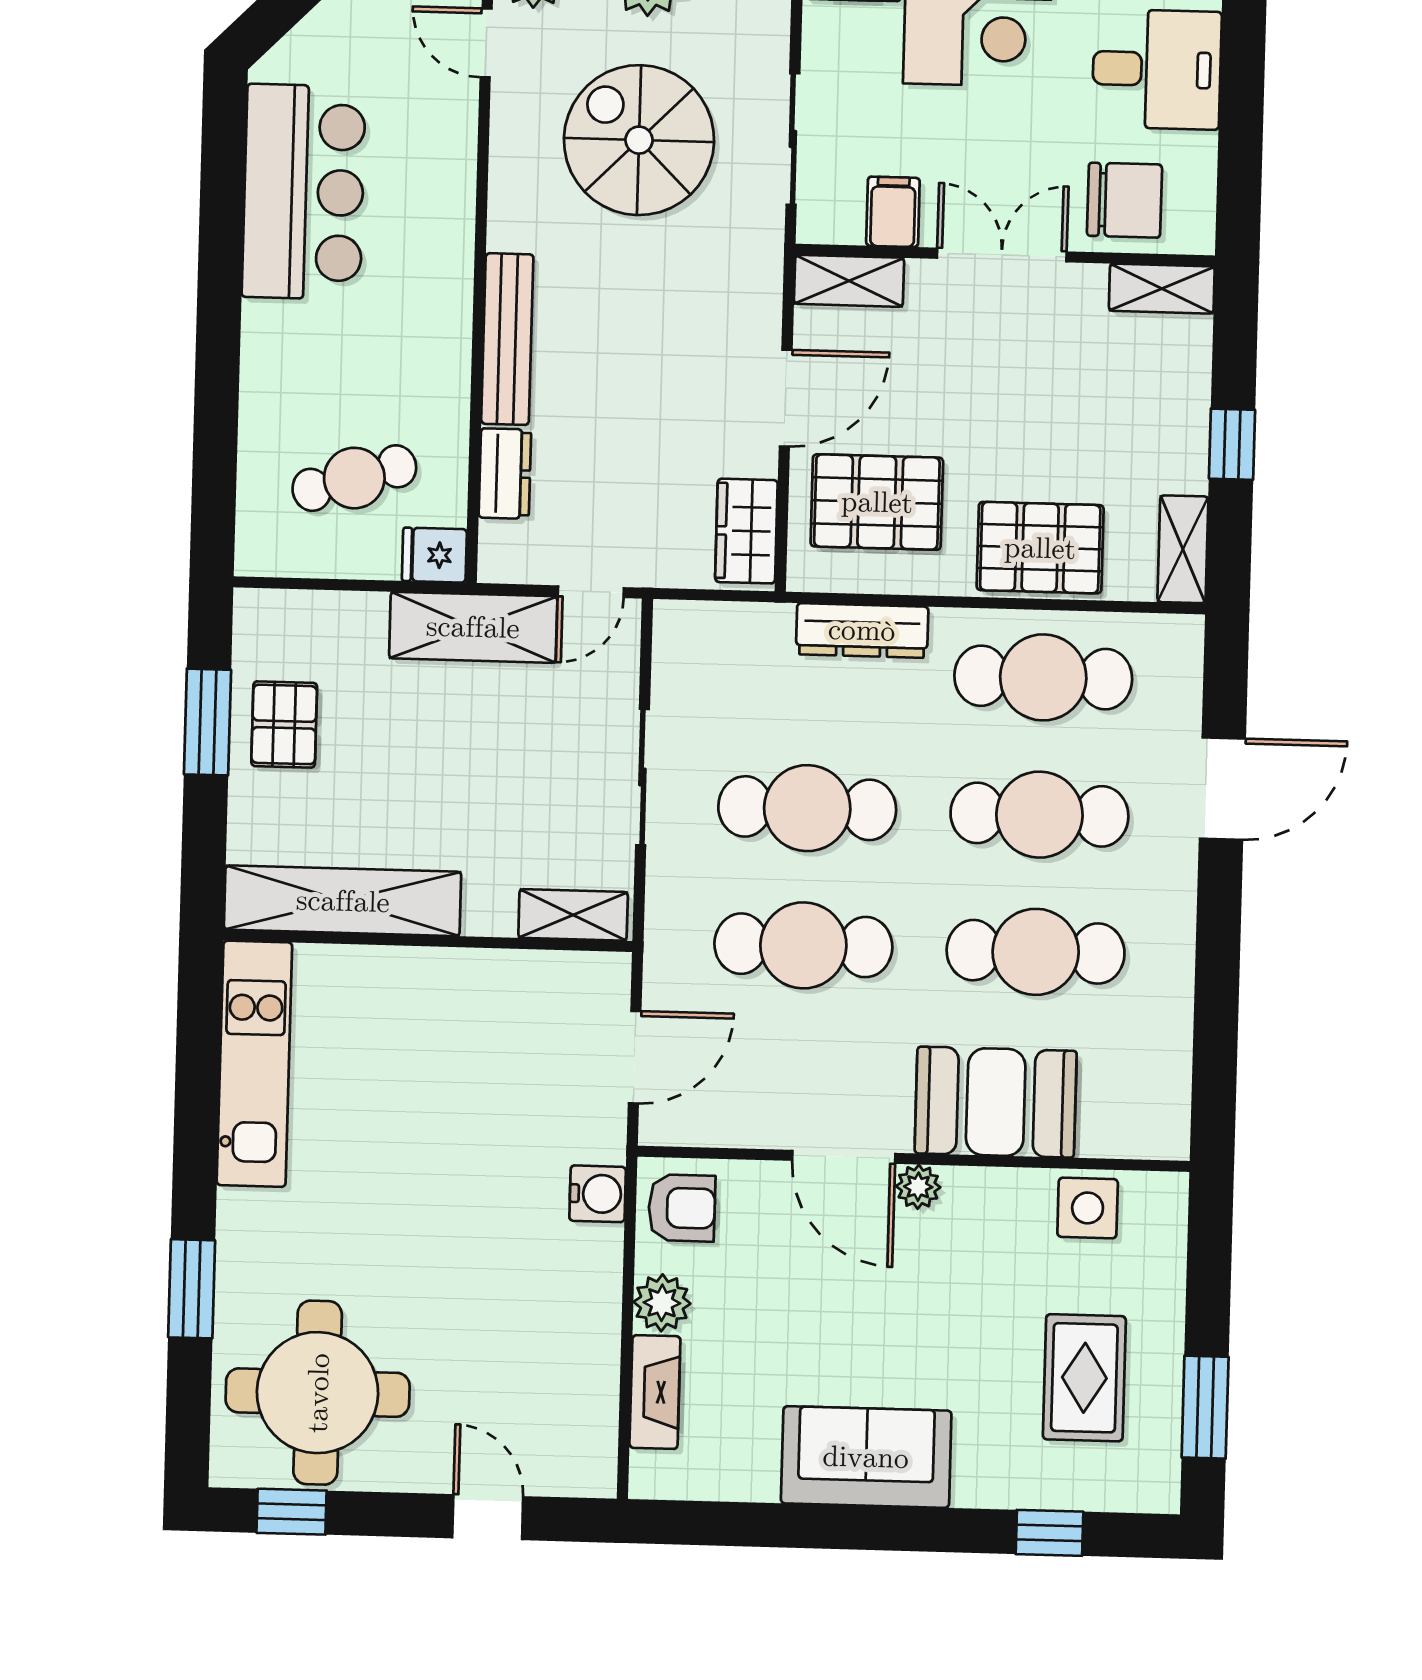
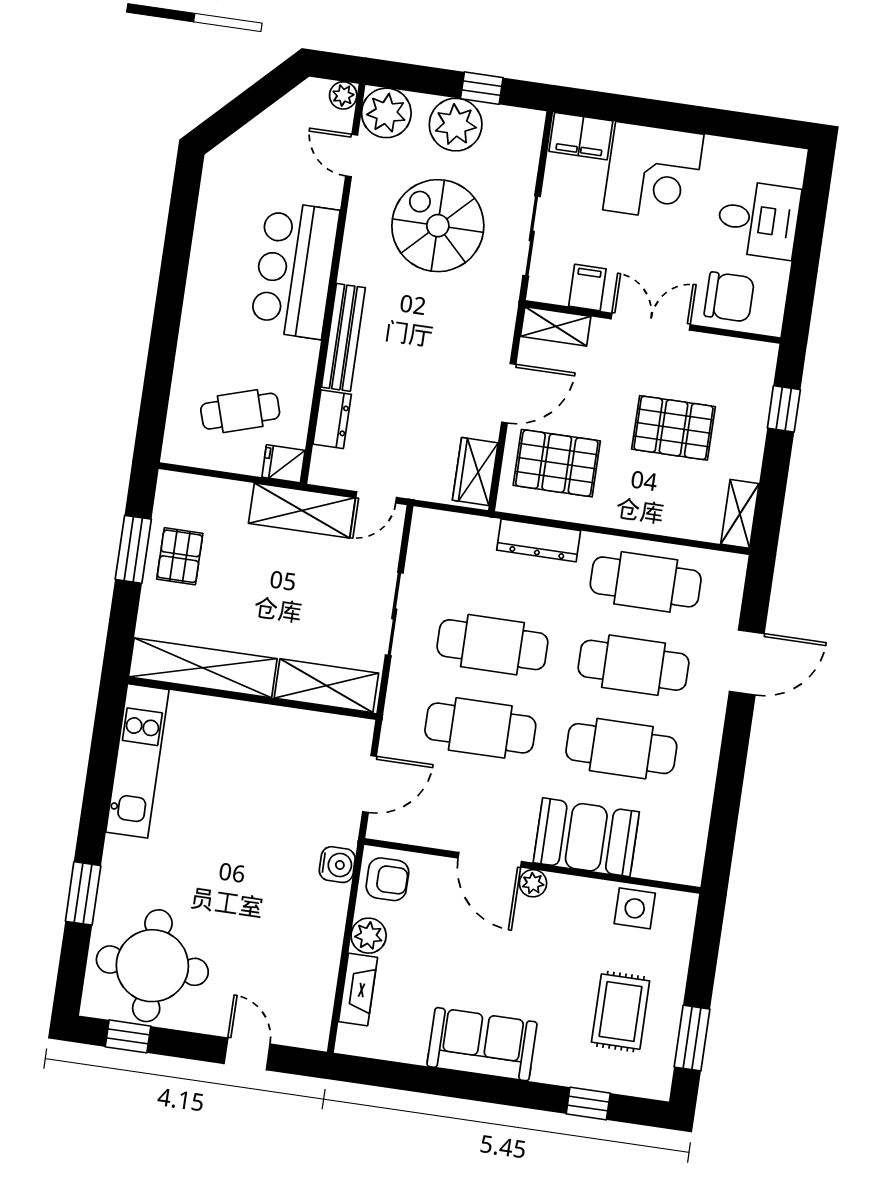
bar counter: (304, 192) -> (295, 270), moved, turned 180
shelving: (1162, 289) -> (746, 354), removed
window: (1232, 444) -> (784, 409), moved
pallet: (1040, 548) -> (674, 428), moved
shelving: (573, 915) -> (326, 686), width x1.50, depth x1.33

